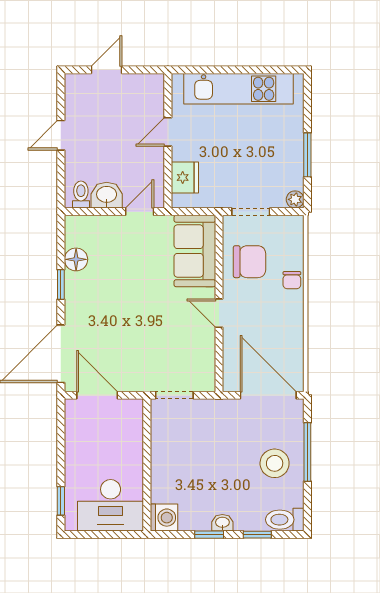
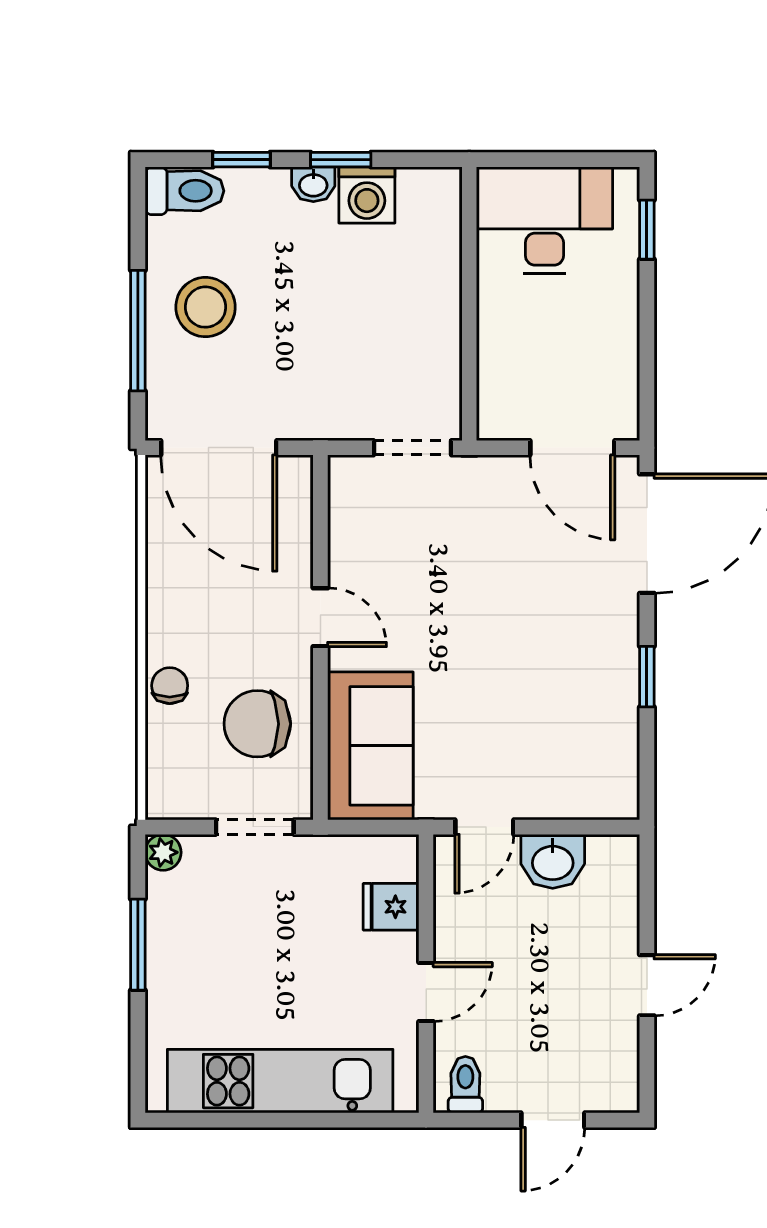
fridge: (185, 177) -> (391, 907), width x0.72
toilet: (81, 195) -> (465, 1085), moved, turned 180
floor lamp: (76, 259) -> (616, 728), removed
washing machine: (164, 518) -> (367, 195), moved, turned -90

